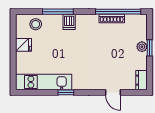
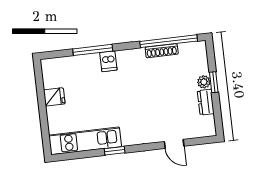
stool: (36, 24) -> (67, 69), removed
dresser: (142, 80) -> (206, 102), moved

